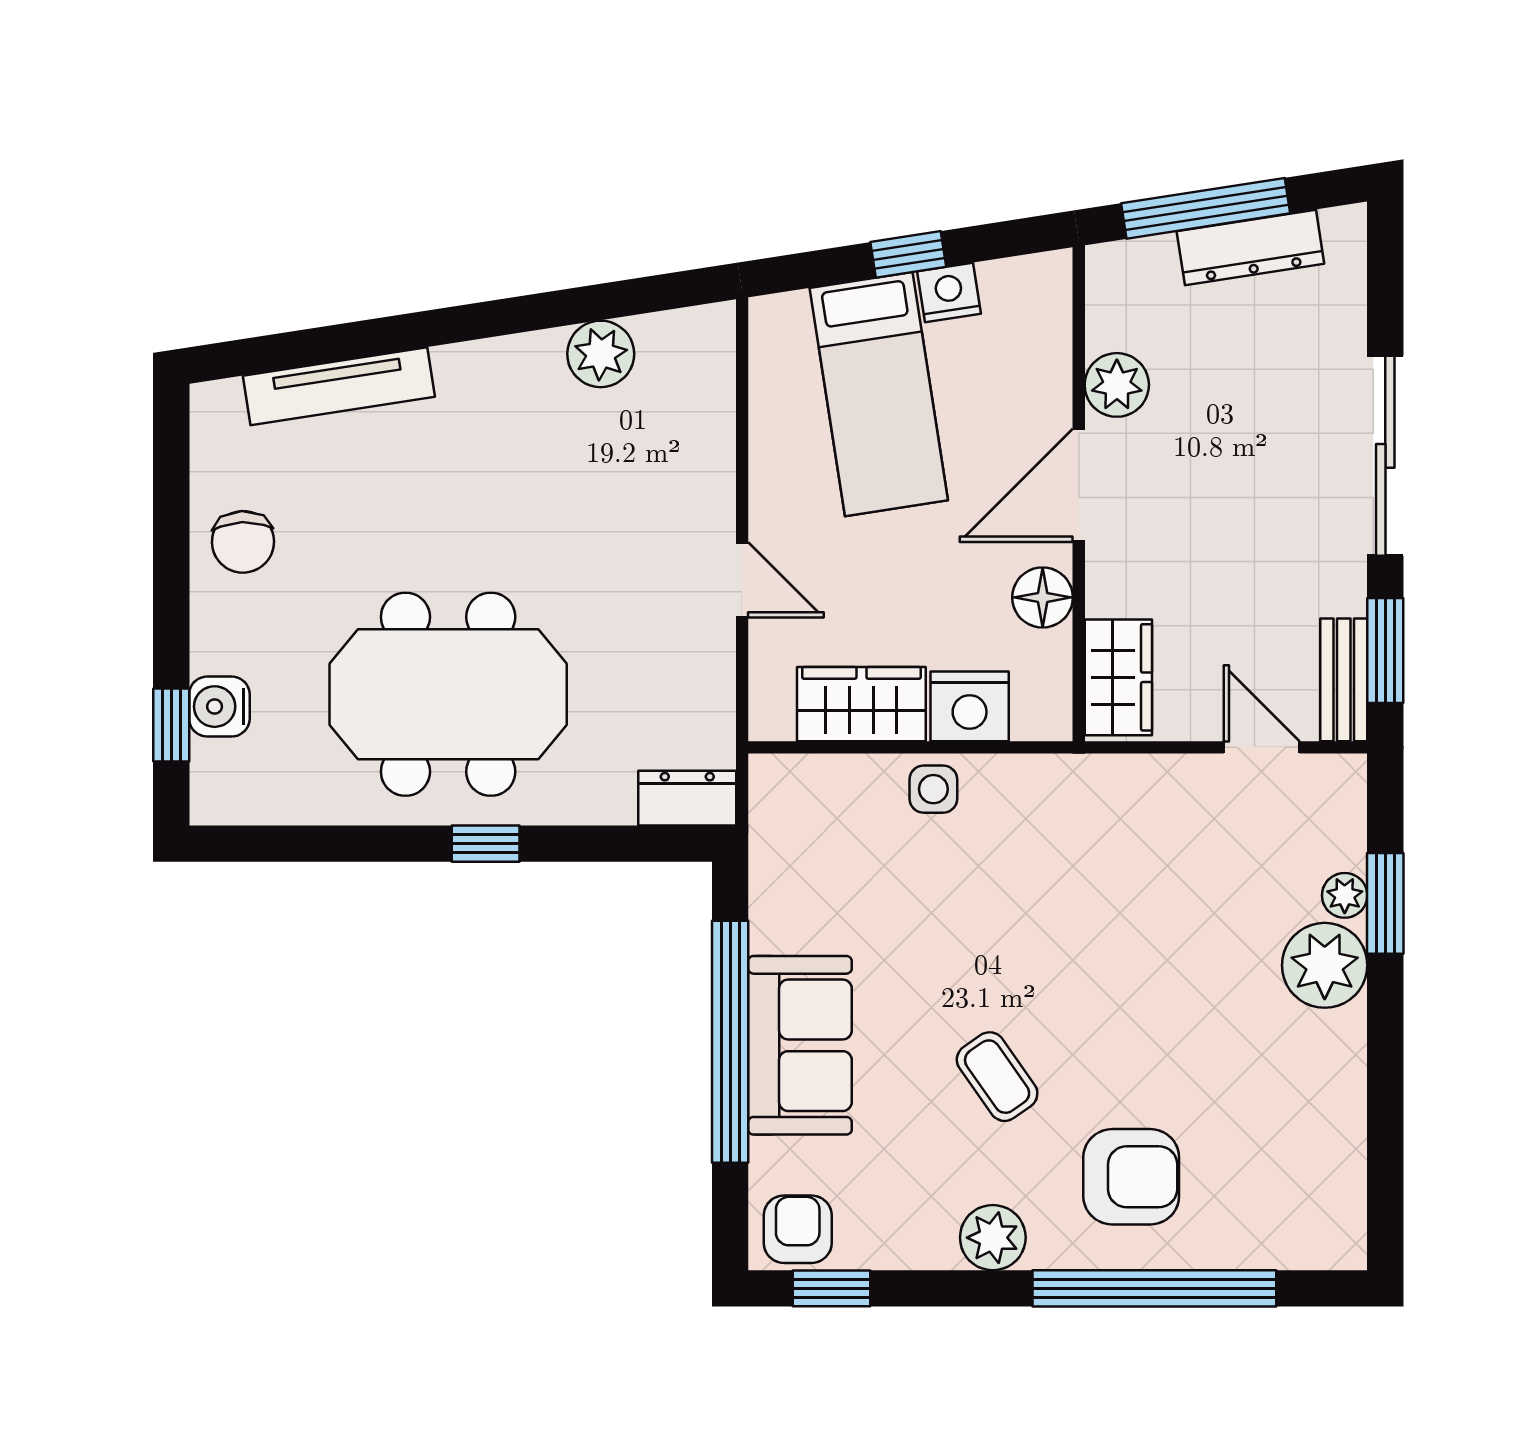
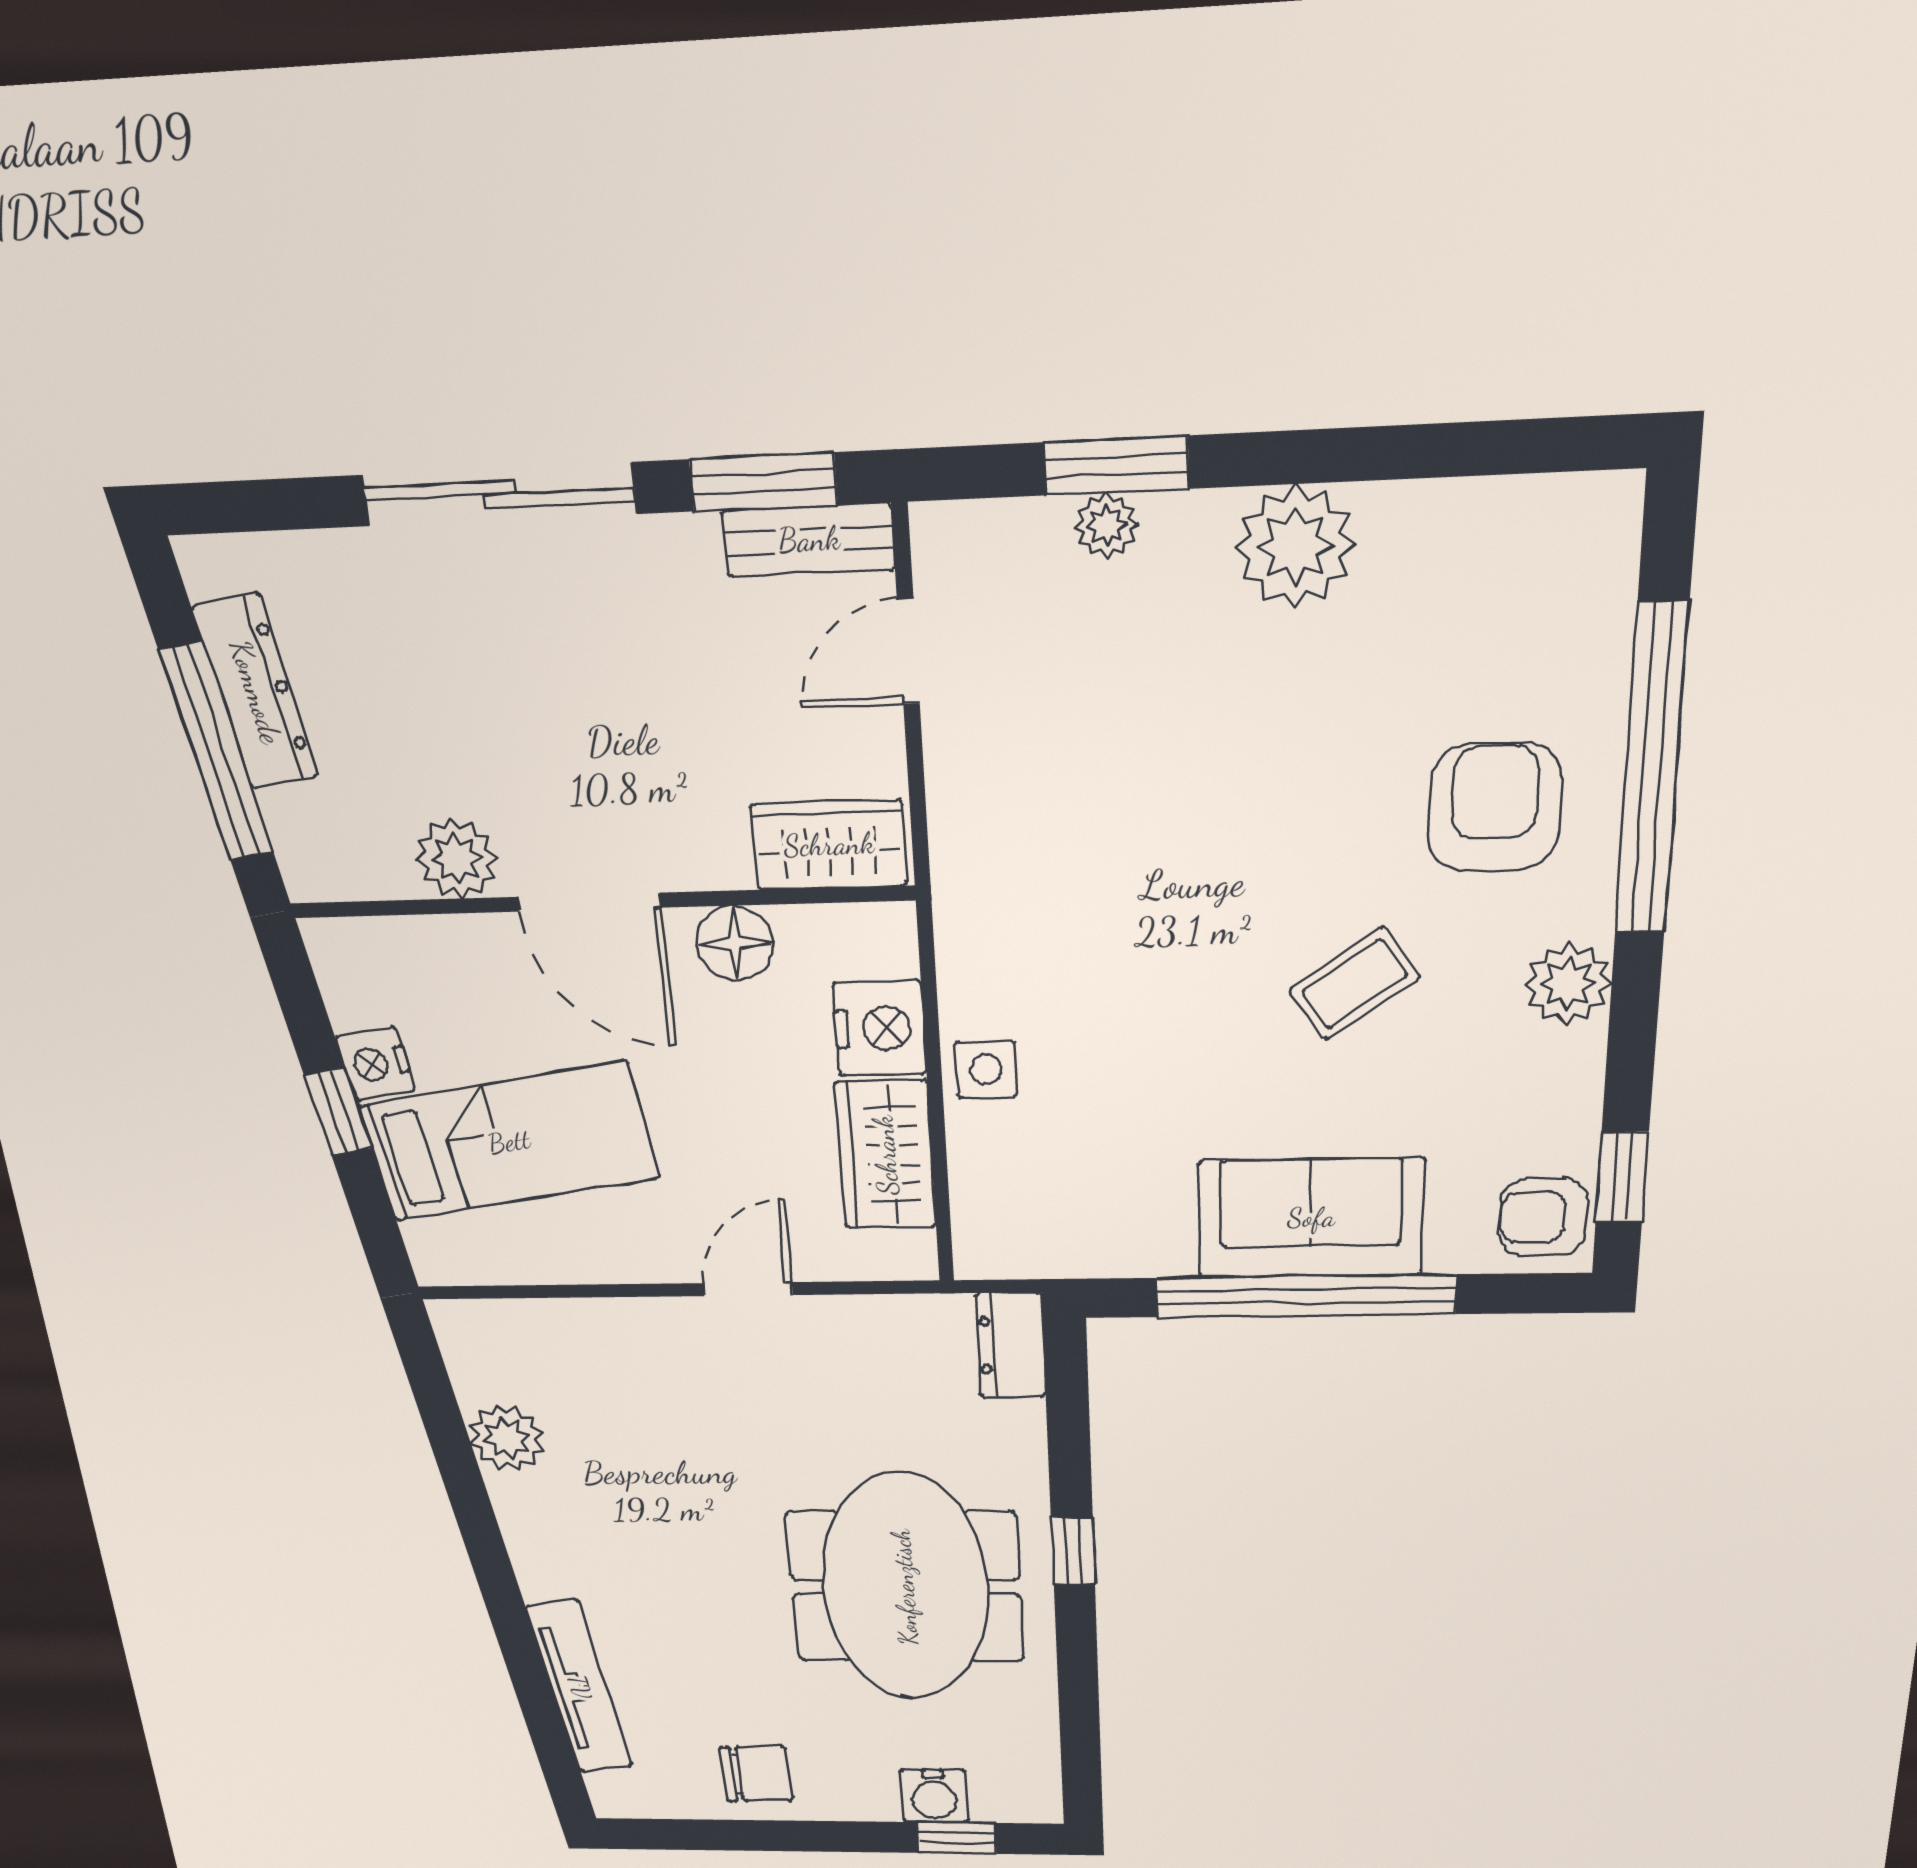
plant: (1325, 965) -> (1295, 546), moved

